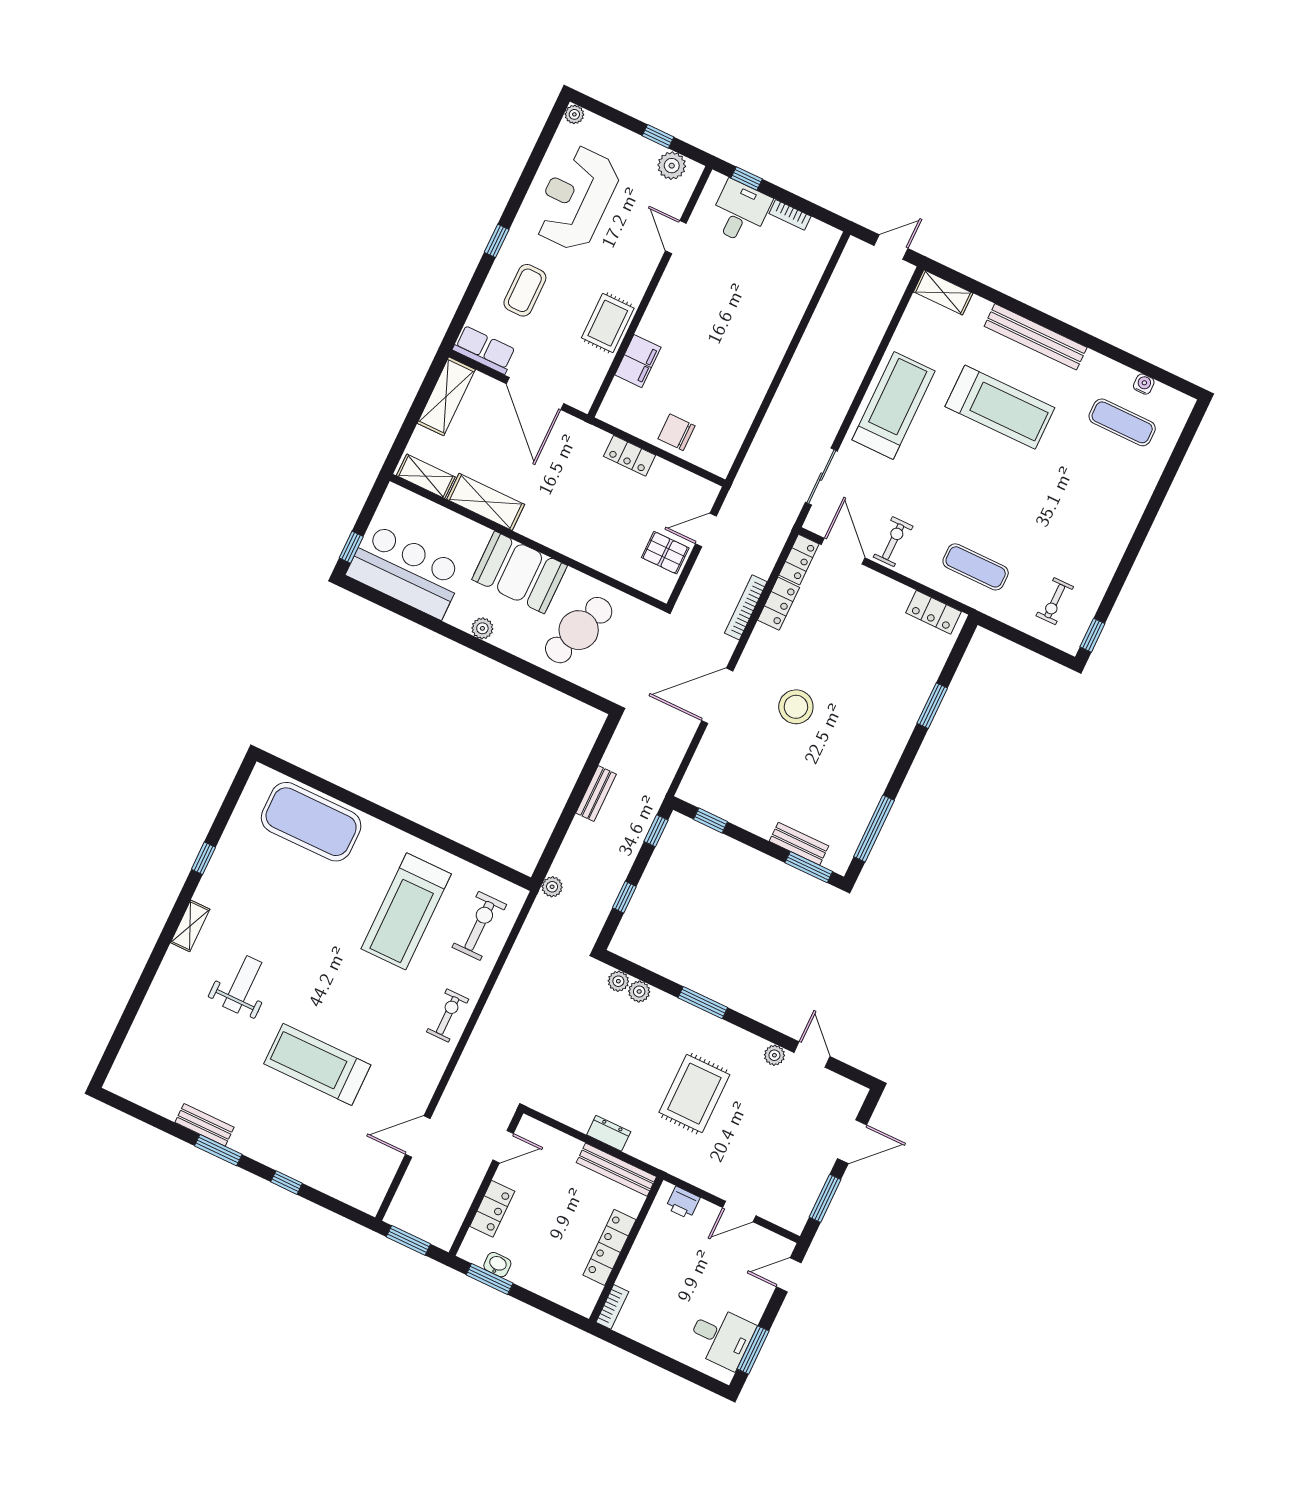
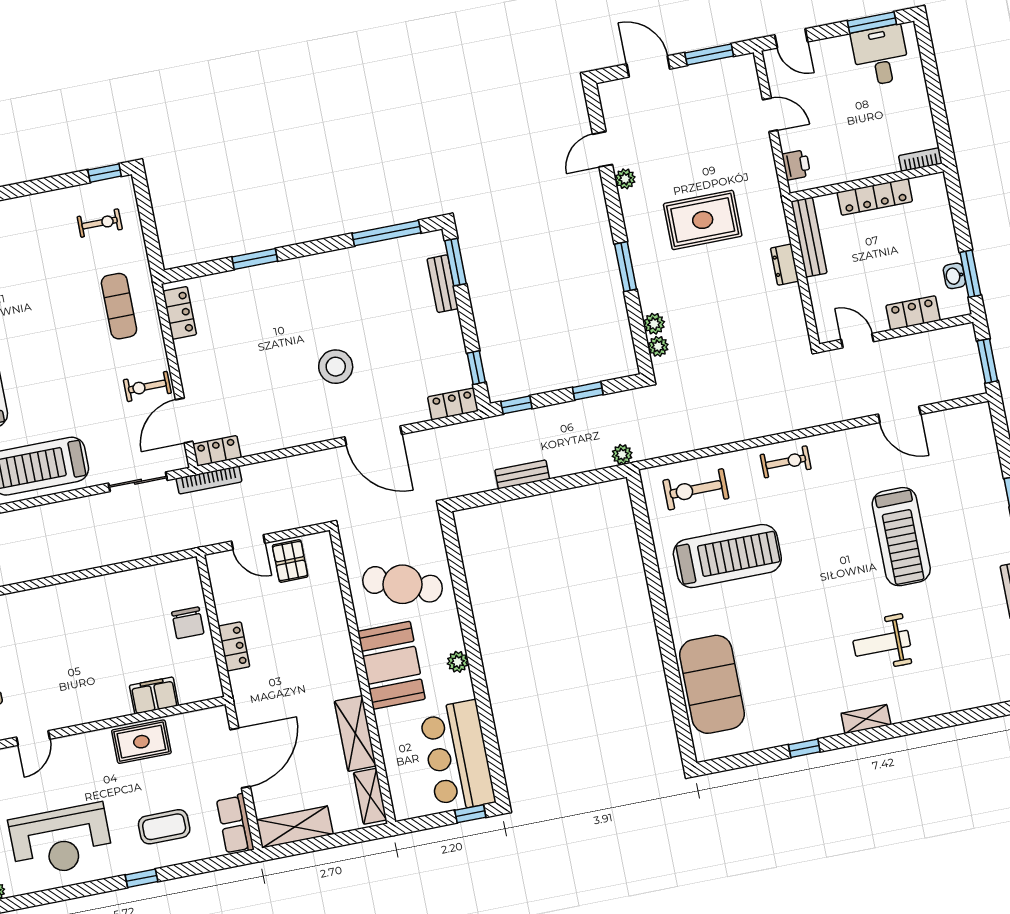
locker: (779, 604) -> (453, 404), moved
bookcase: (746, 607) -> (209, 480), moved
exercise bike: (448, 1016) -> (786, 462), turned 180

